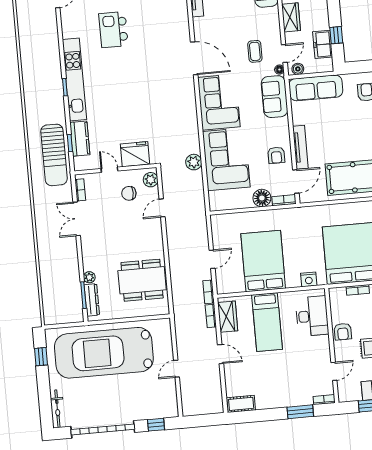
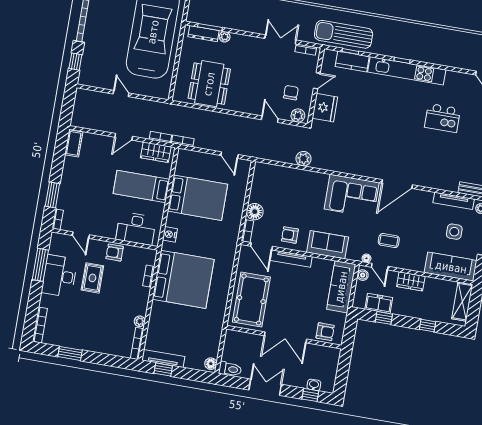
kitchen island: (113, 30) -> (442, 118), turned 180
sofa: (275, 97) -> (328, 245), moved
corner sofa: (226, 159) -> (298, 189), removed
door: (212, 259) -> (230, 155), moved

